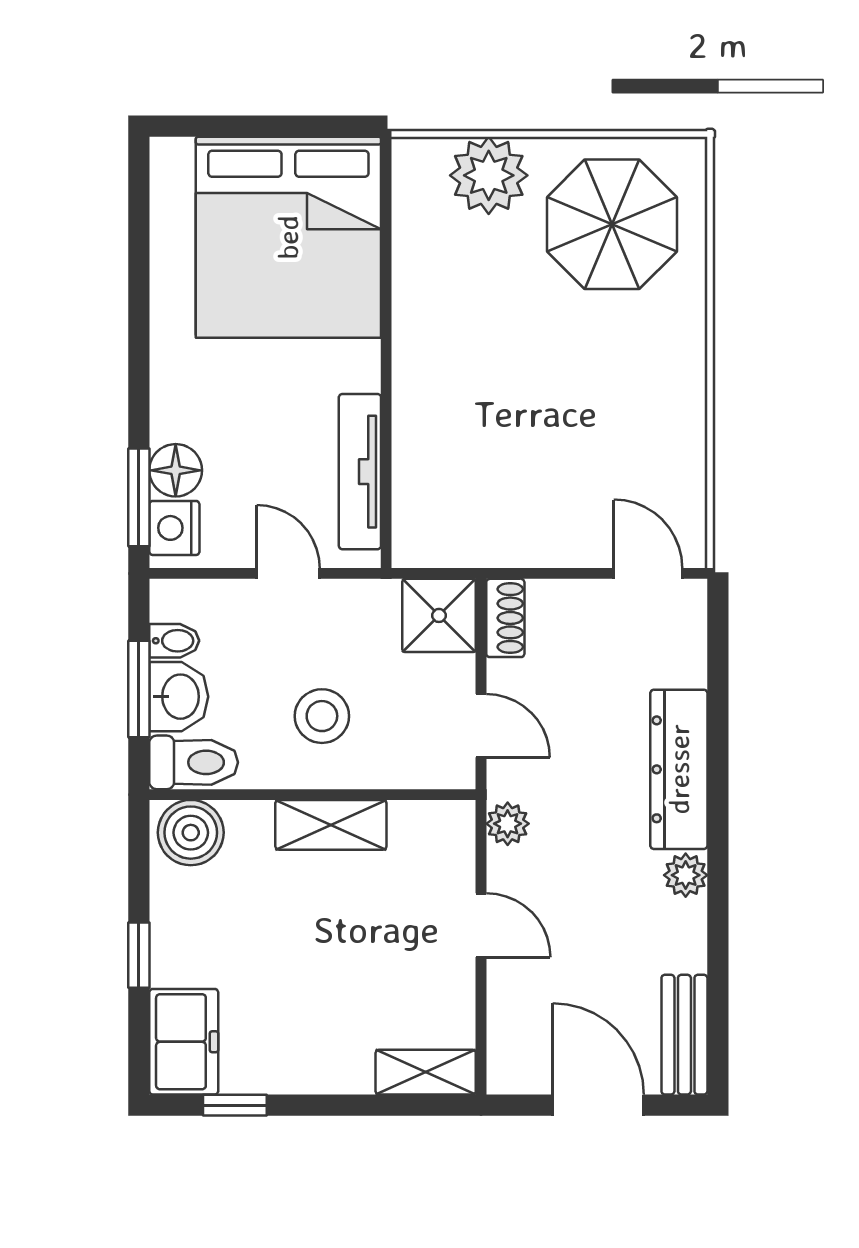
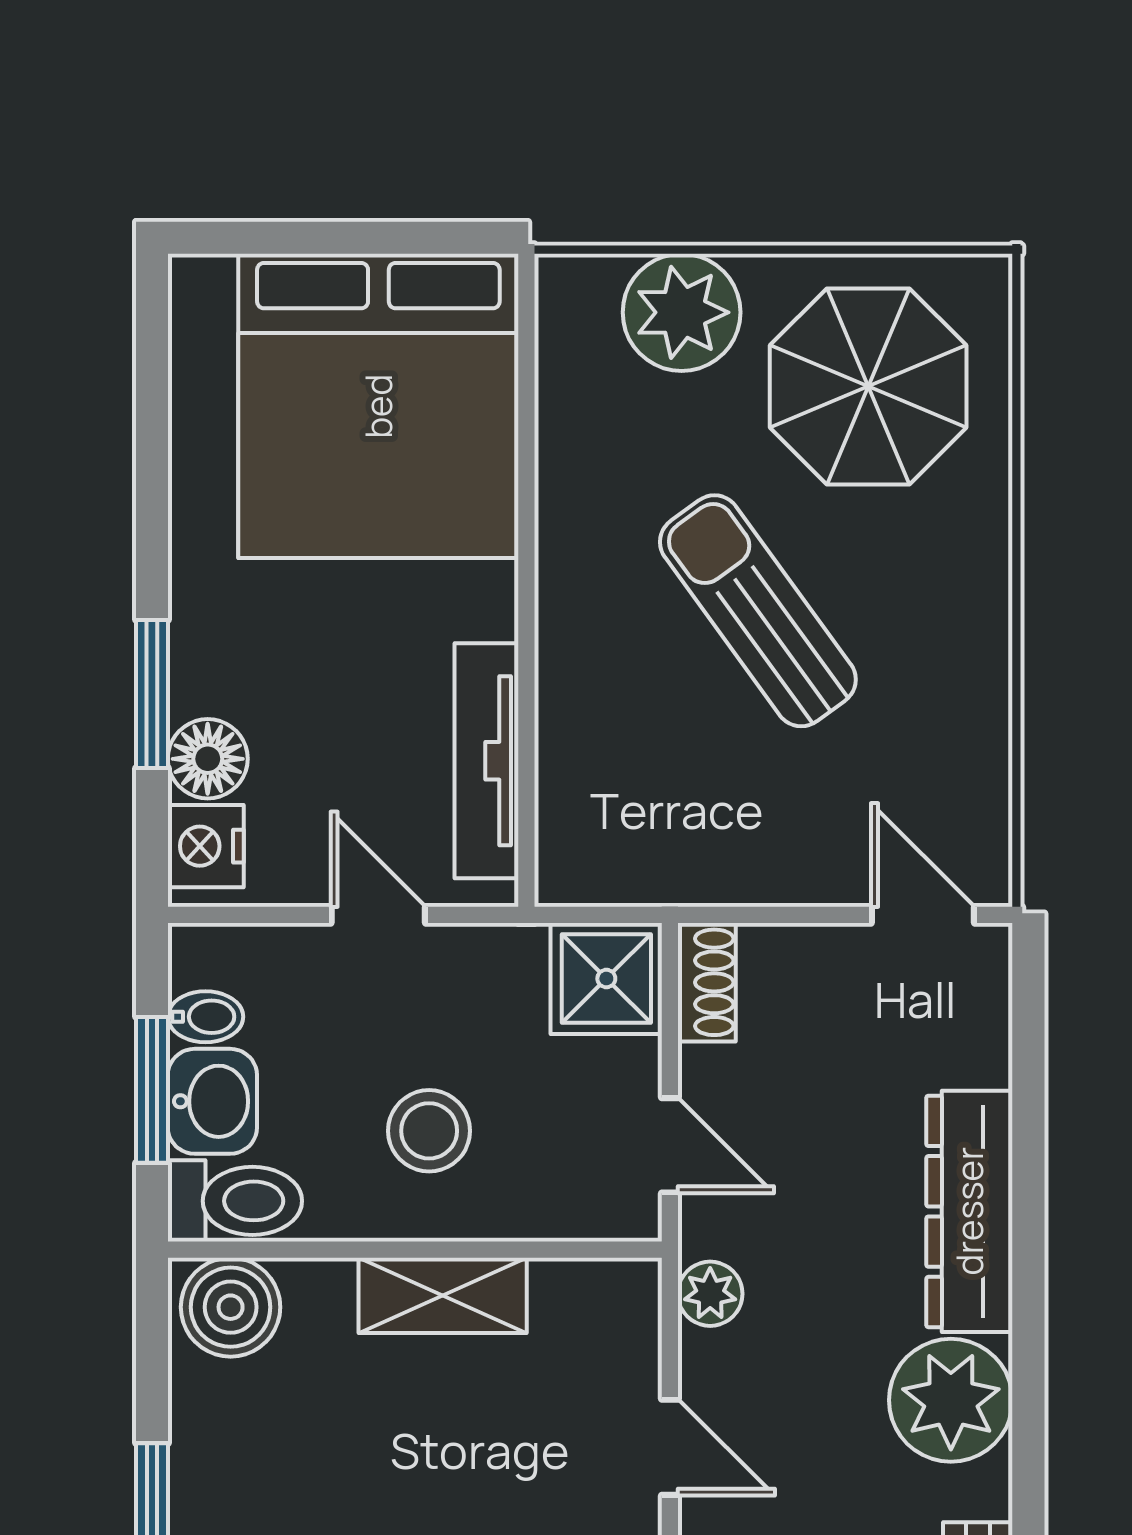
sun lounger: (539, 372) -> (758, 611), added
window: (139, 497) -> (152, 694), moved
plant: (686, 875) -> (951, 1400), width x1.87, depth x1.87

